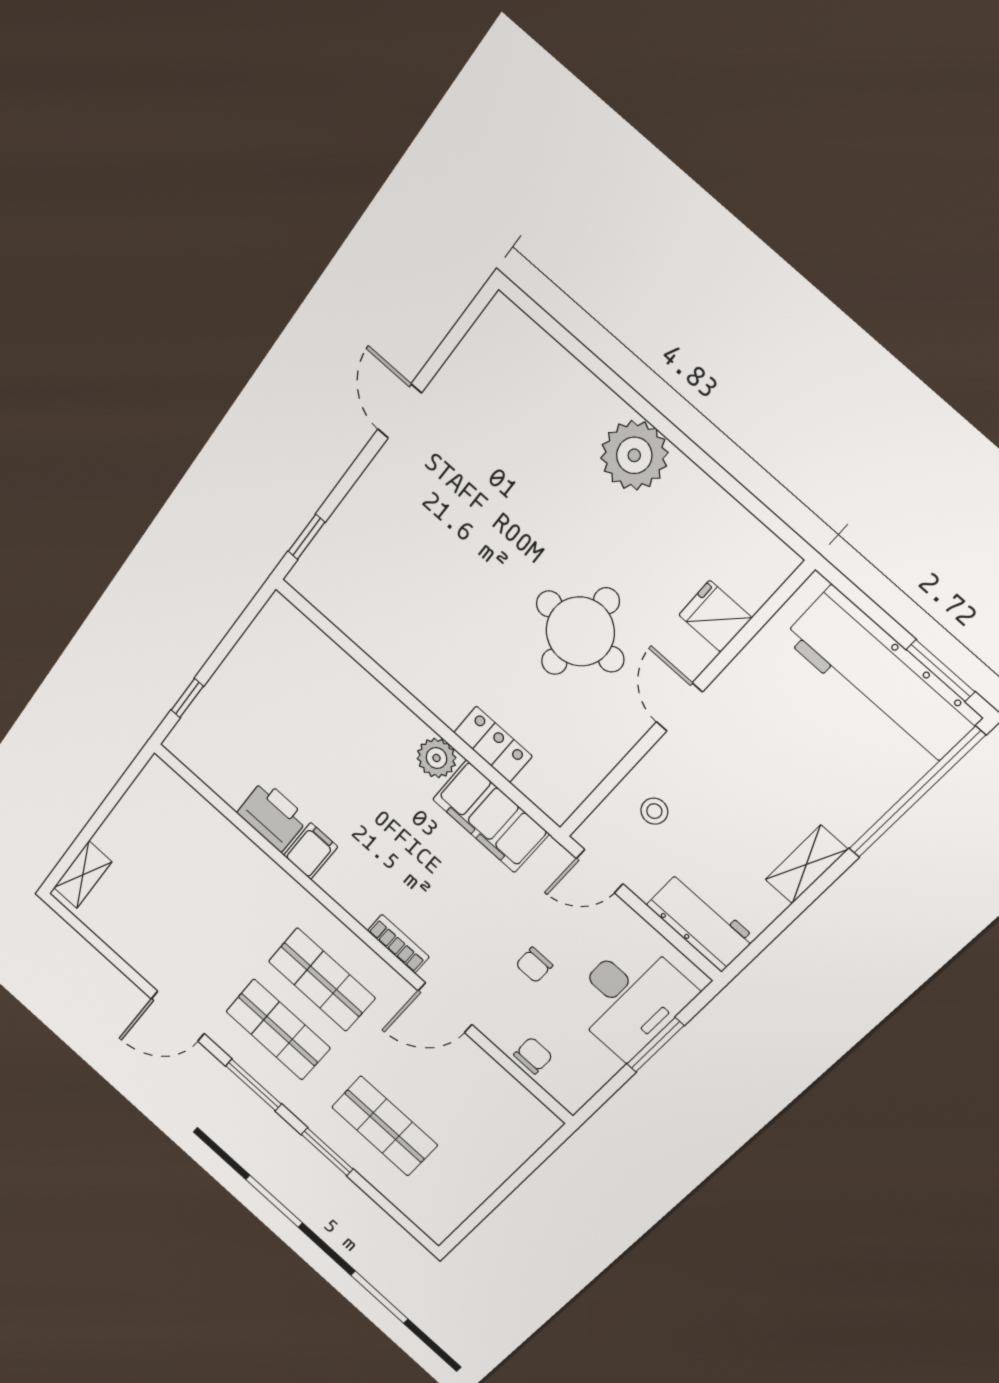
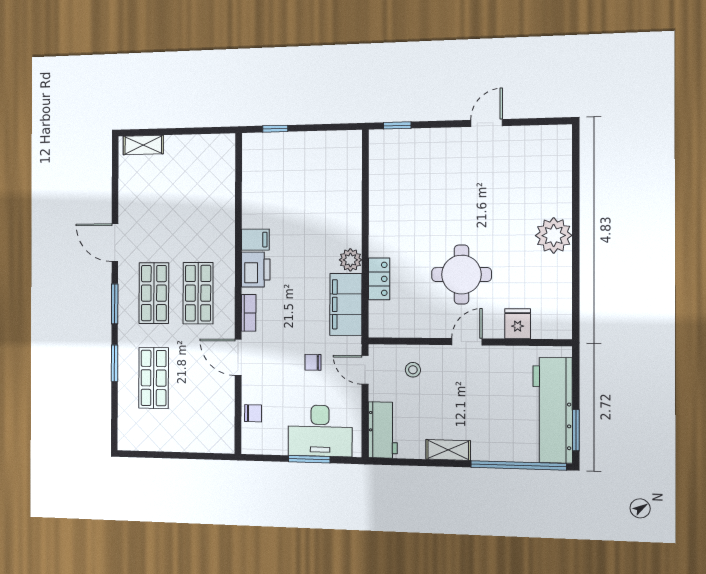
printer: (273, 816) -> (256, 270), moved
chair: (534, 965) -> (313, 362), moved

